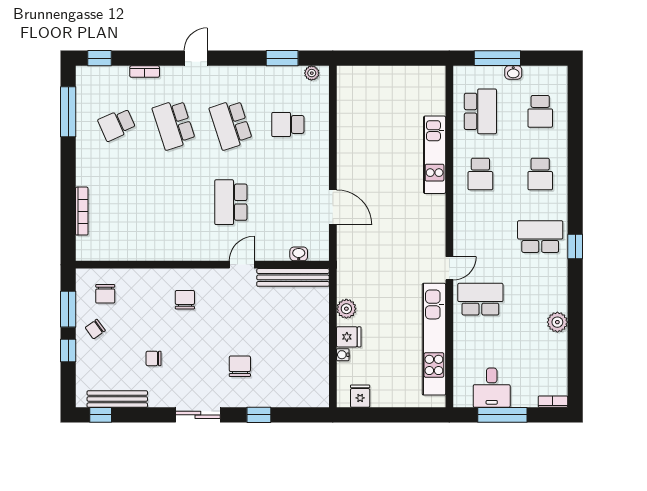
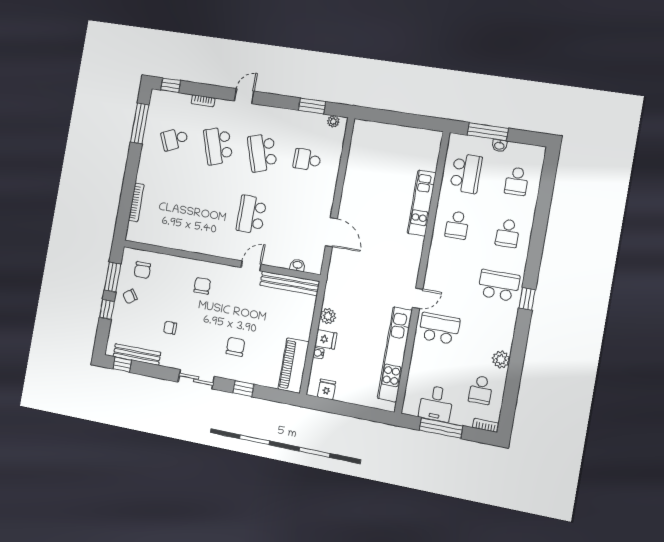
school desk: (540, 362) -> (481, 390), added
piano: (315, 375) -> (293, 366), added

